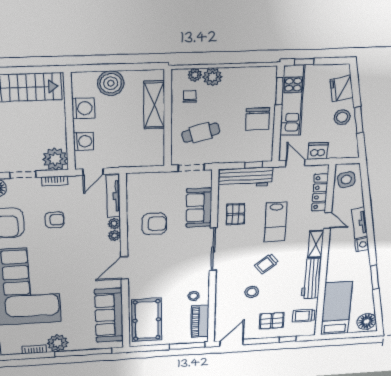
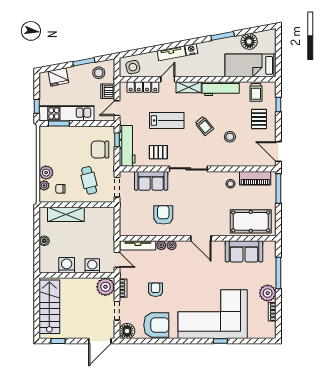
boiler: (111, 83) -> (44, 241), width x0.54, depth x0.54
stool: (342, 117) -> (99, 73), moved
chair: (258, 119) -> (100, 150), moved, turned 180
sofa: (109, 315) -> (244, 251), width x0.73
floor lamp: (367, 321) -> (249, 41), moved
window: (83, 352) -> (278, 273), width x0.68

